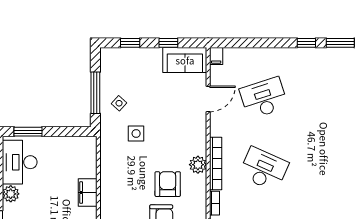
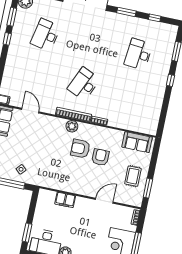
desk: (264, 98) -> (46, 35), moved, turned 30
side table: (136, 133) -> (43, 162), removed
filing cabinet: (88, 193) -> (65, 200), moved

